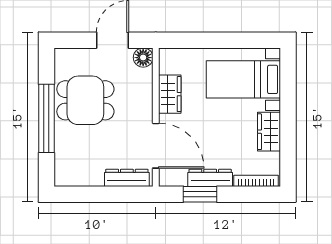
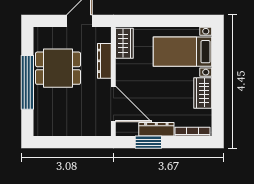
floor lamp: (143, 58) -> (104, 34), removed
wardrobe: (170, 94) -> (124, 43), moved
dresser: (127, 178) -> (104, 61), moved, turned -90

